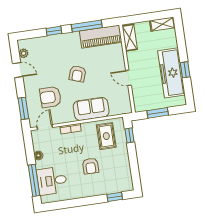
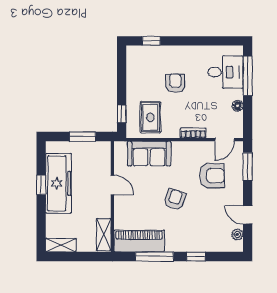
sofa: (91, 109) -> (149, 154), moved

